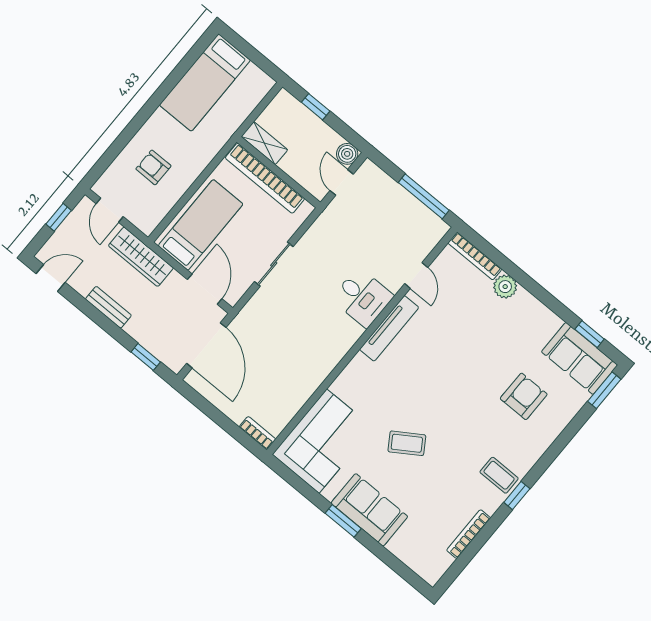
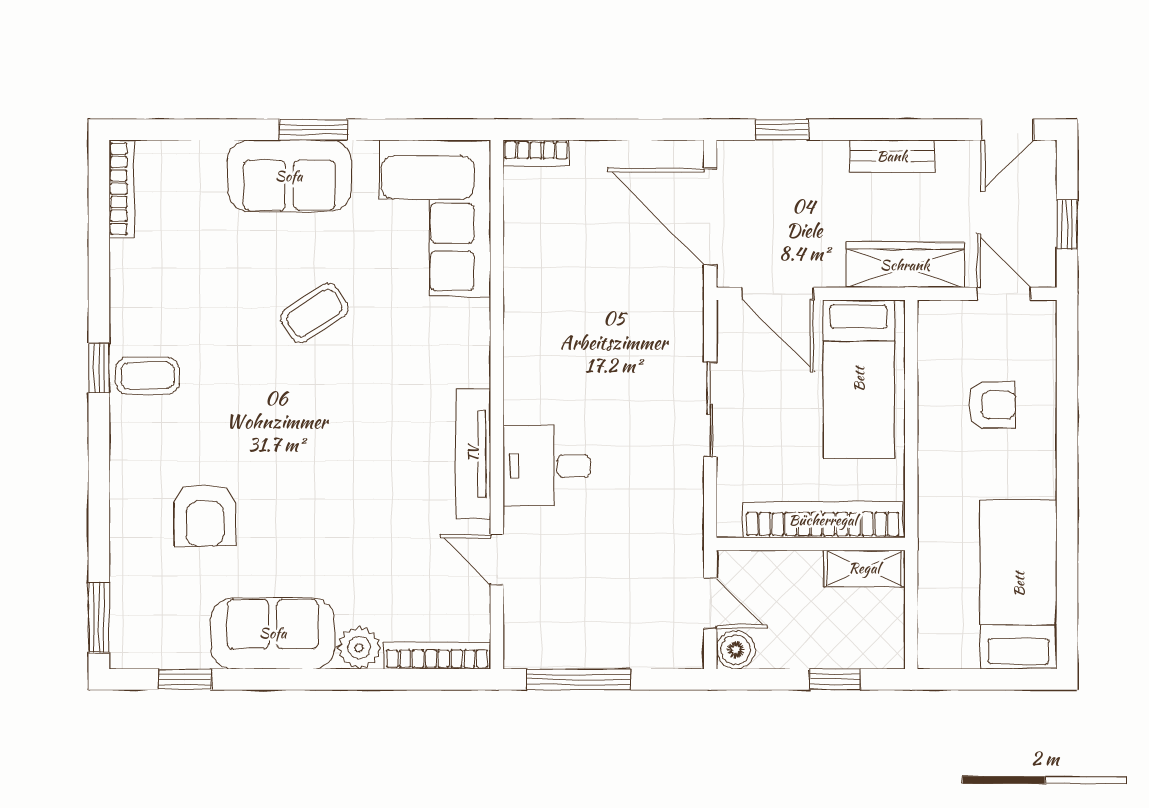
sofa: (580, 358) -> (273, 633), moved
bookcase: (469, 534) -> (122, 189), moved

